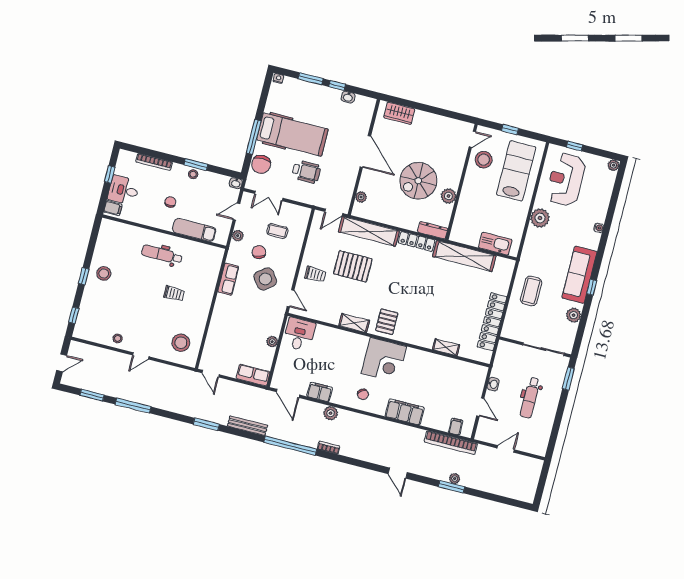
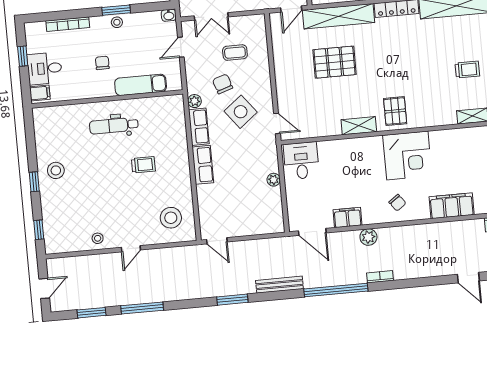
plant: (238, 236) -> (195, 101), moved
trolley: (315, 274) -> (467, 70), moved
row of seats: (253, 375) -> (203, 165), moved, turned 90

